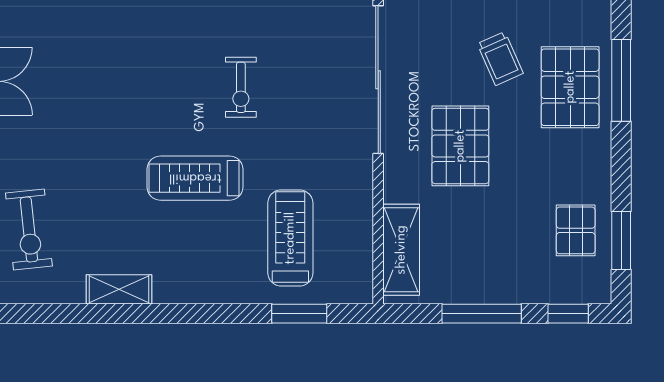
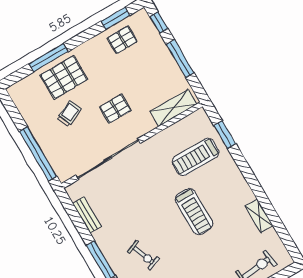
exercise bike: (241, 87) -> (143, 255), moved, turned 69
pallet: (460, 146) -> (115, 109), width x0.67, depth x0.71

